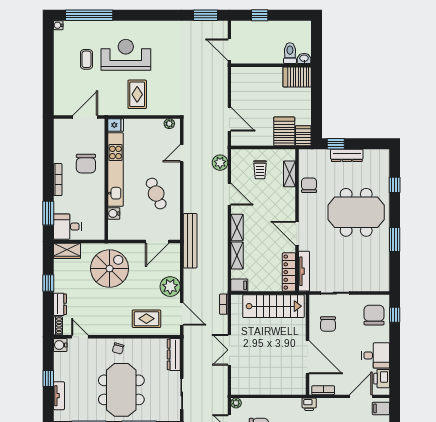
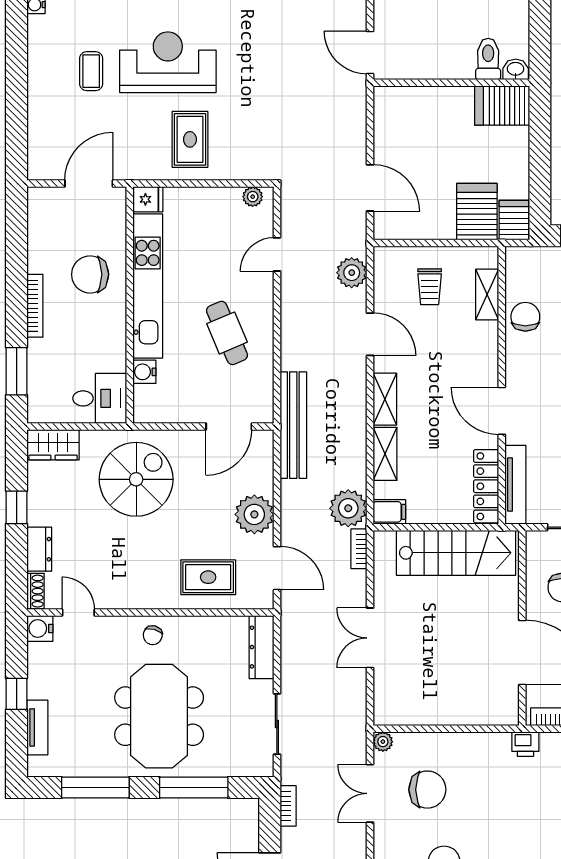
chair: (86, 164) -> (90, 274), turned 90
desk: (67, 227) -> (100, 398), moved, turned 180
plant: (218, 283) -> (348, 508), added

